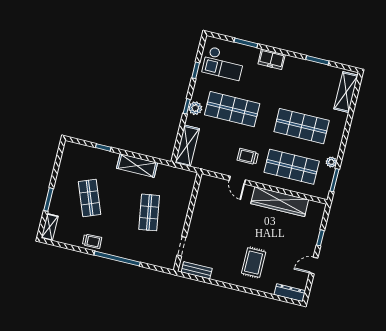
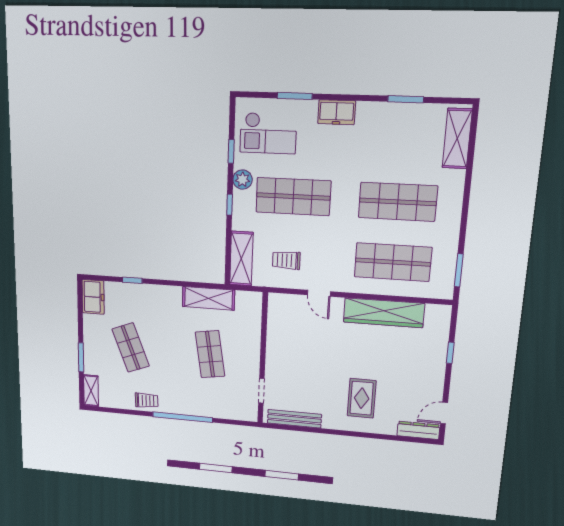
plant: (195, 108) -> (243, 180), moved
freezer: (70, 155) -> (93, 297), added
trolley: (248, 156) -> (286, 260), moved
plant: (331, 162) -> (450, 245), removed
shelving: (137, 166) -> (208, 298), moved
door: (314, 265) -> (444, 413), moved
bench: (197, 270) -> (294, 419), width x1.36

